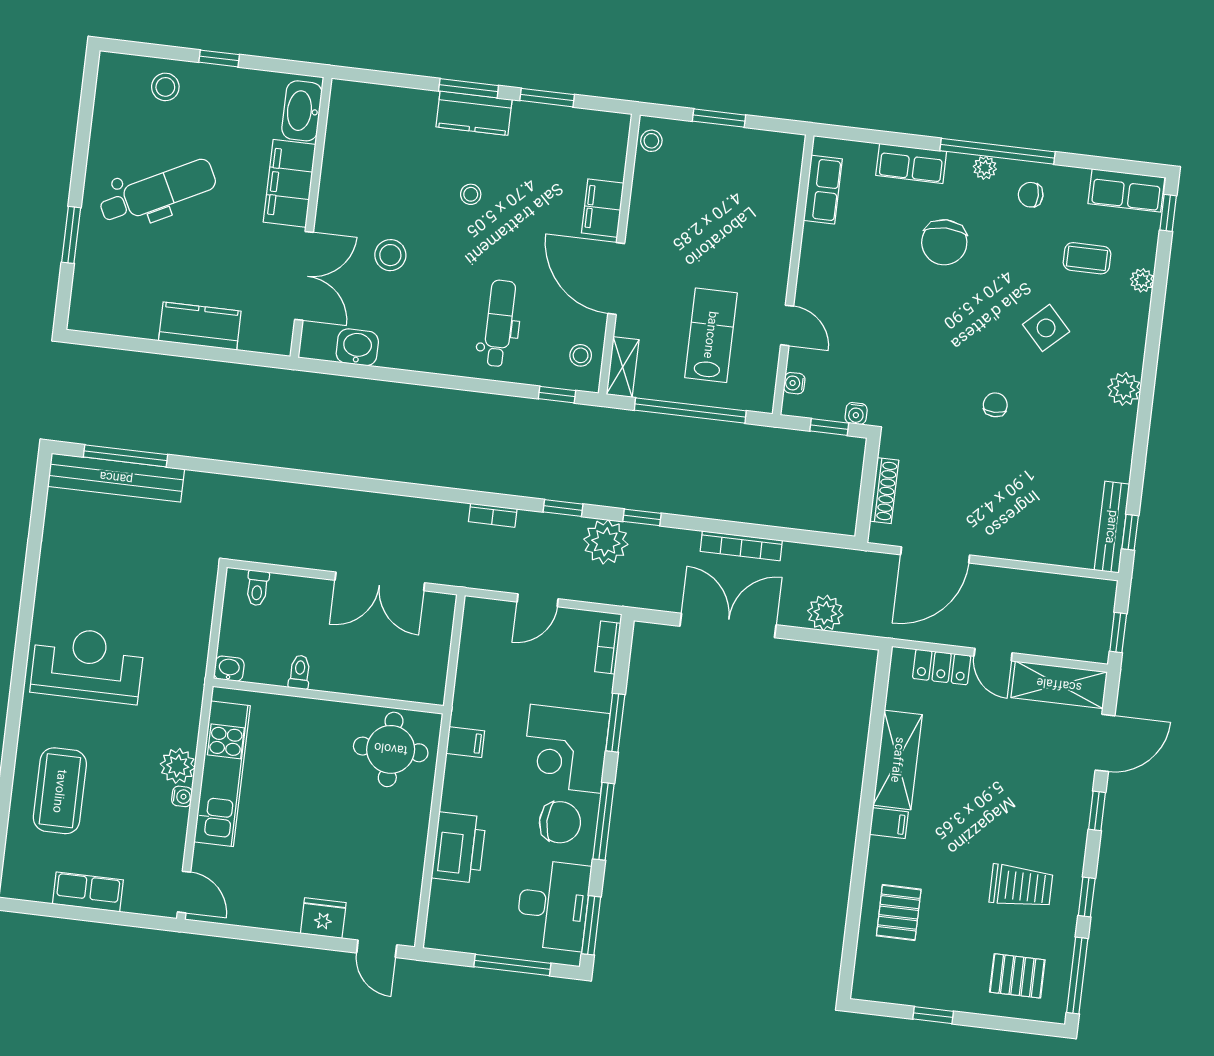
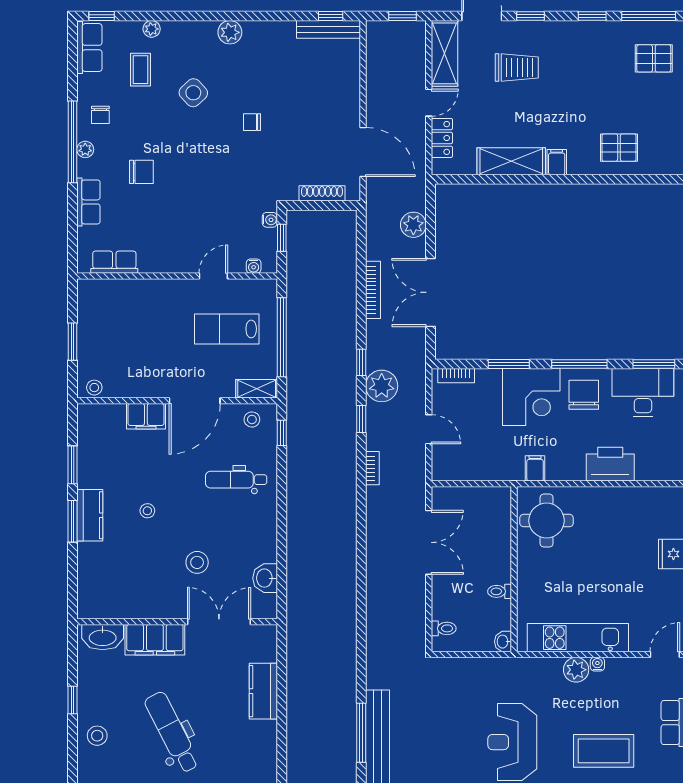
chair: (944, 242) -> (141, 172), width x0.73, depth x0.73
trolley: (1021, 886) -> (517, 67), moved, turned 90
pallet: (1017, 976) -> (654, 58), turned 90

